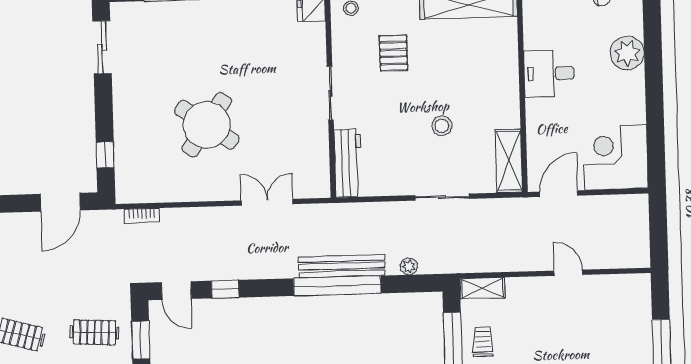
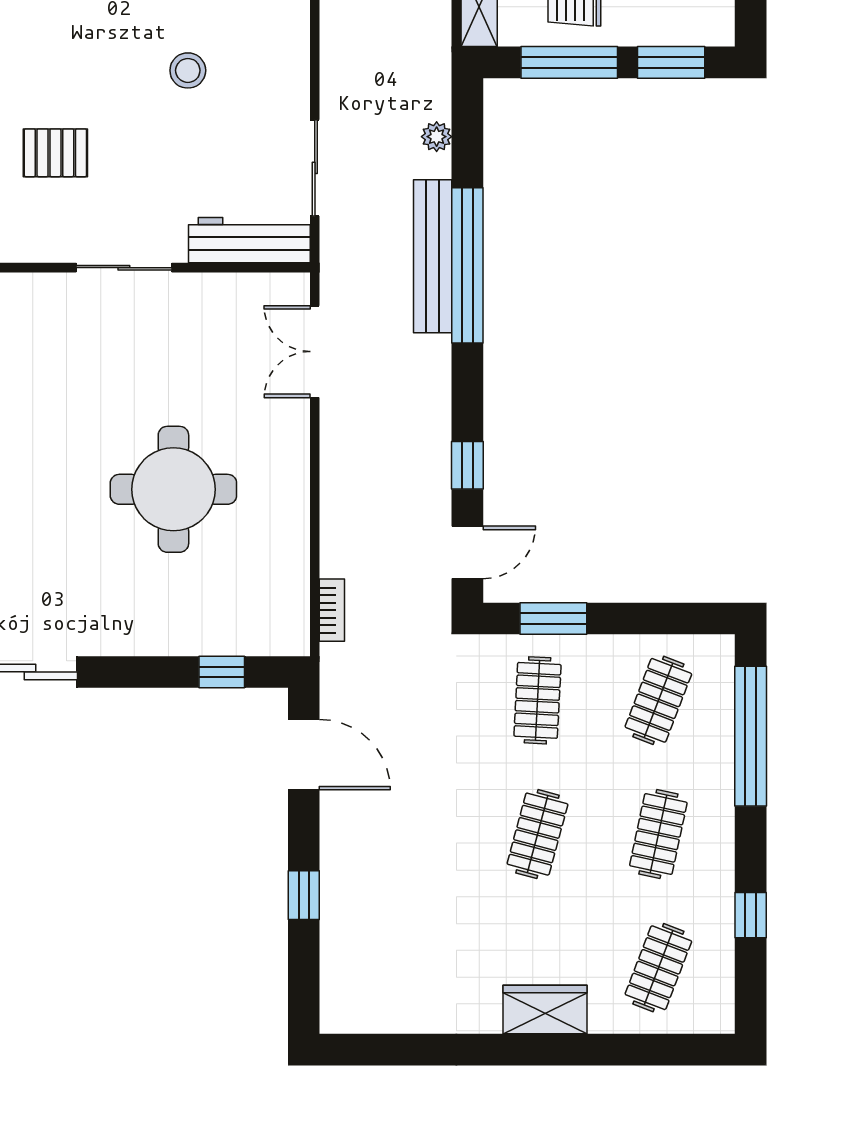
round table: (207, 125) -> (173, 489), turned -35
sliding door: (442, 197) -> (315, 168), moved
double door: (267, 202) -> (315, 352), moved

